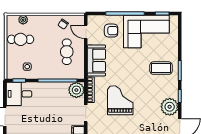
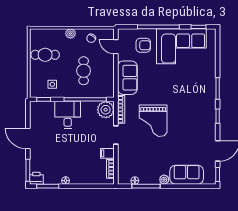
plant: (23, 20) -> (71, 34), moved
cafe table: (67, 52) -> (84, 71), moved
coffee table: (161, 68) -> (197, 86), removed
desk: (19, 94) -> (68, 115), moved, turned 90
grand piano: (120, 100) -> (153, 121), turned 180
plant: (170, 107) -> (207, 128), removed

